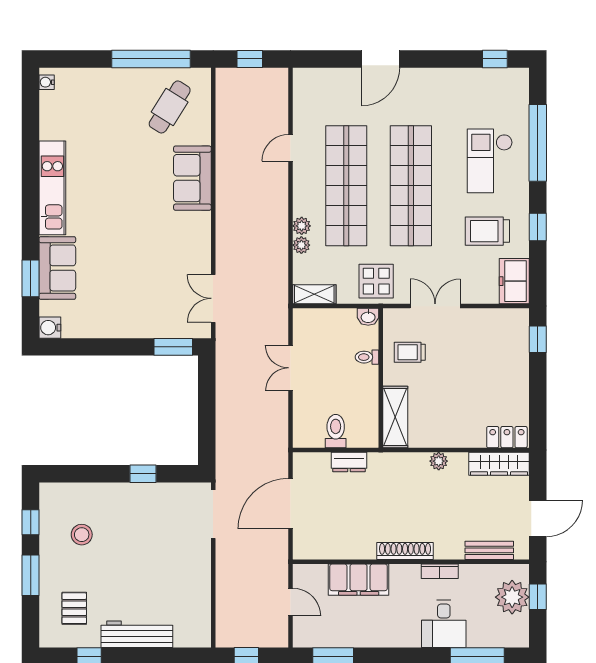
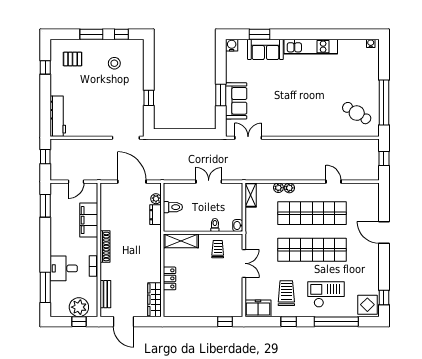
sofa: (192, 178) -> (236, 101), moved, turned 90
display table: (376, 281) -> (367, 305), moved
window: (173, 347) -> (221, 95), moved
locker: (507, 437) -> (170, 278), moved
plant: (439, 461) -> (156, 199), moved
workbench: (137, 634) -> (58, 116), moved

